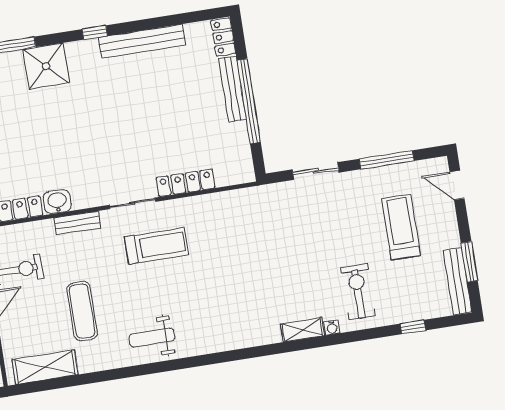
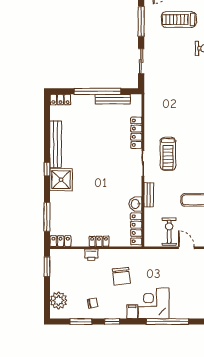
shower: (46, 66) -> (61, 180), moved
bench: (232, 89) -> (113, 99), moved
treadmill: (157, 246) -> (168, 154), turned 180

